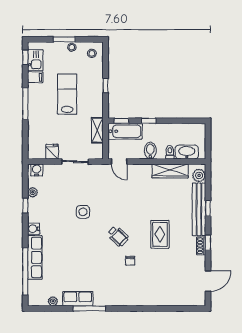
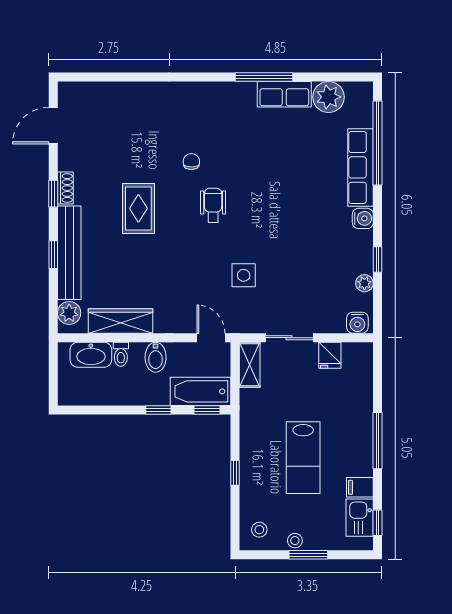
shelving: (97, 130) -> (250, 365), moved
side table: (83, 212) -> (244, 275), moved
wheelchair: (118, 236) -> (213, 205), turned 46
plant: (53, 301) -> (329, 97), width x1.87, depth x1.87

